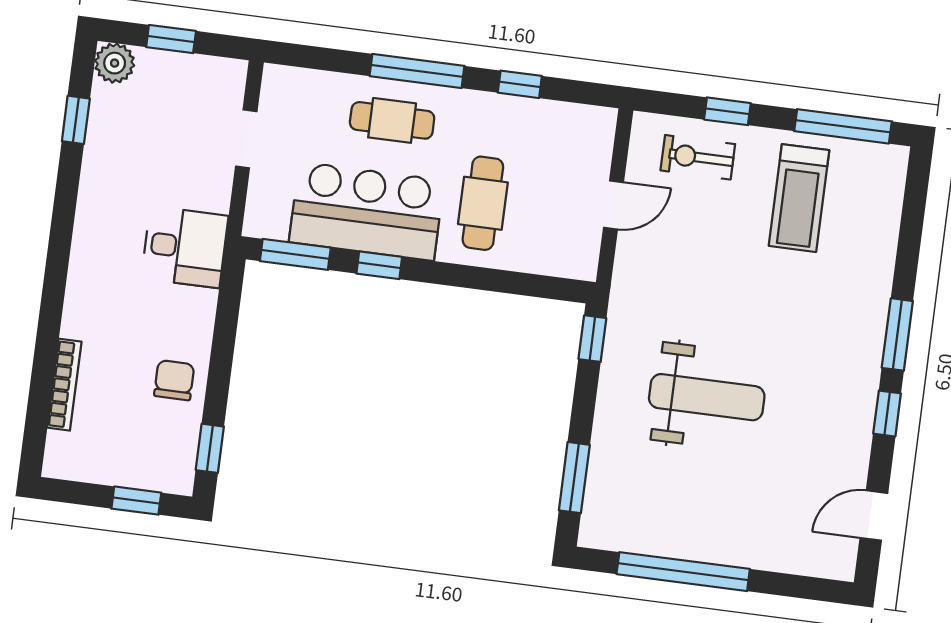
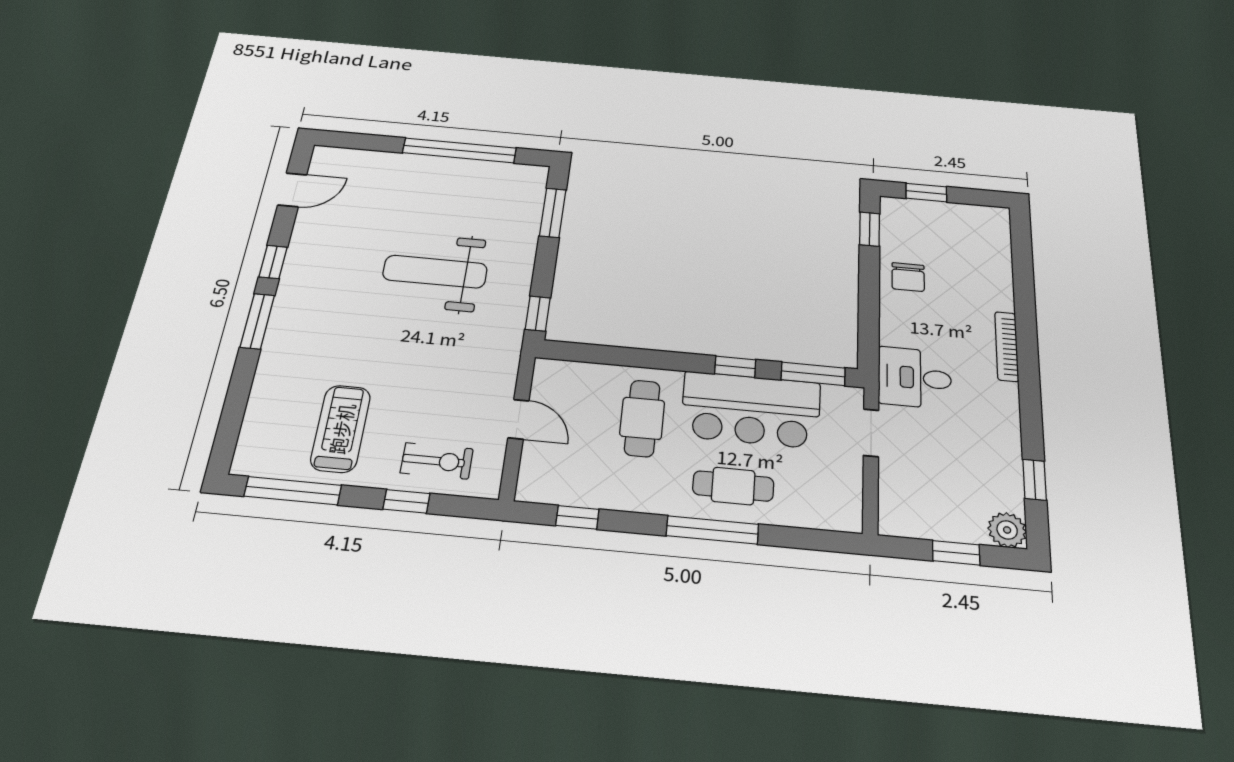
window: (520, 84) -> (577, 517), moved
doorway: (246, 139) -> (871, 433), moved
door: (613, 205) -> (518, 419), swing flipped
bookcase: (64, 385) -> (1007, 346), moved

